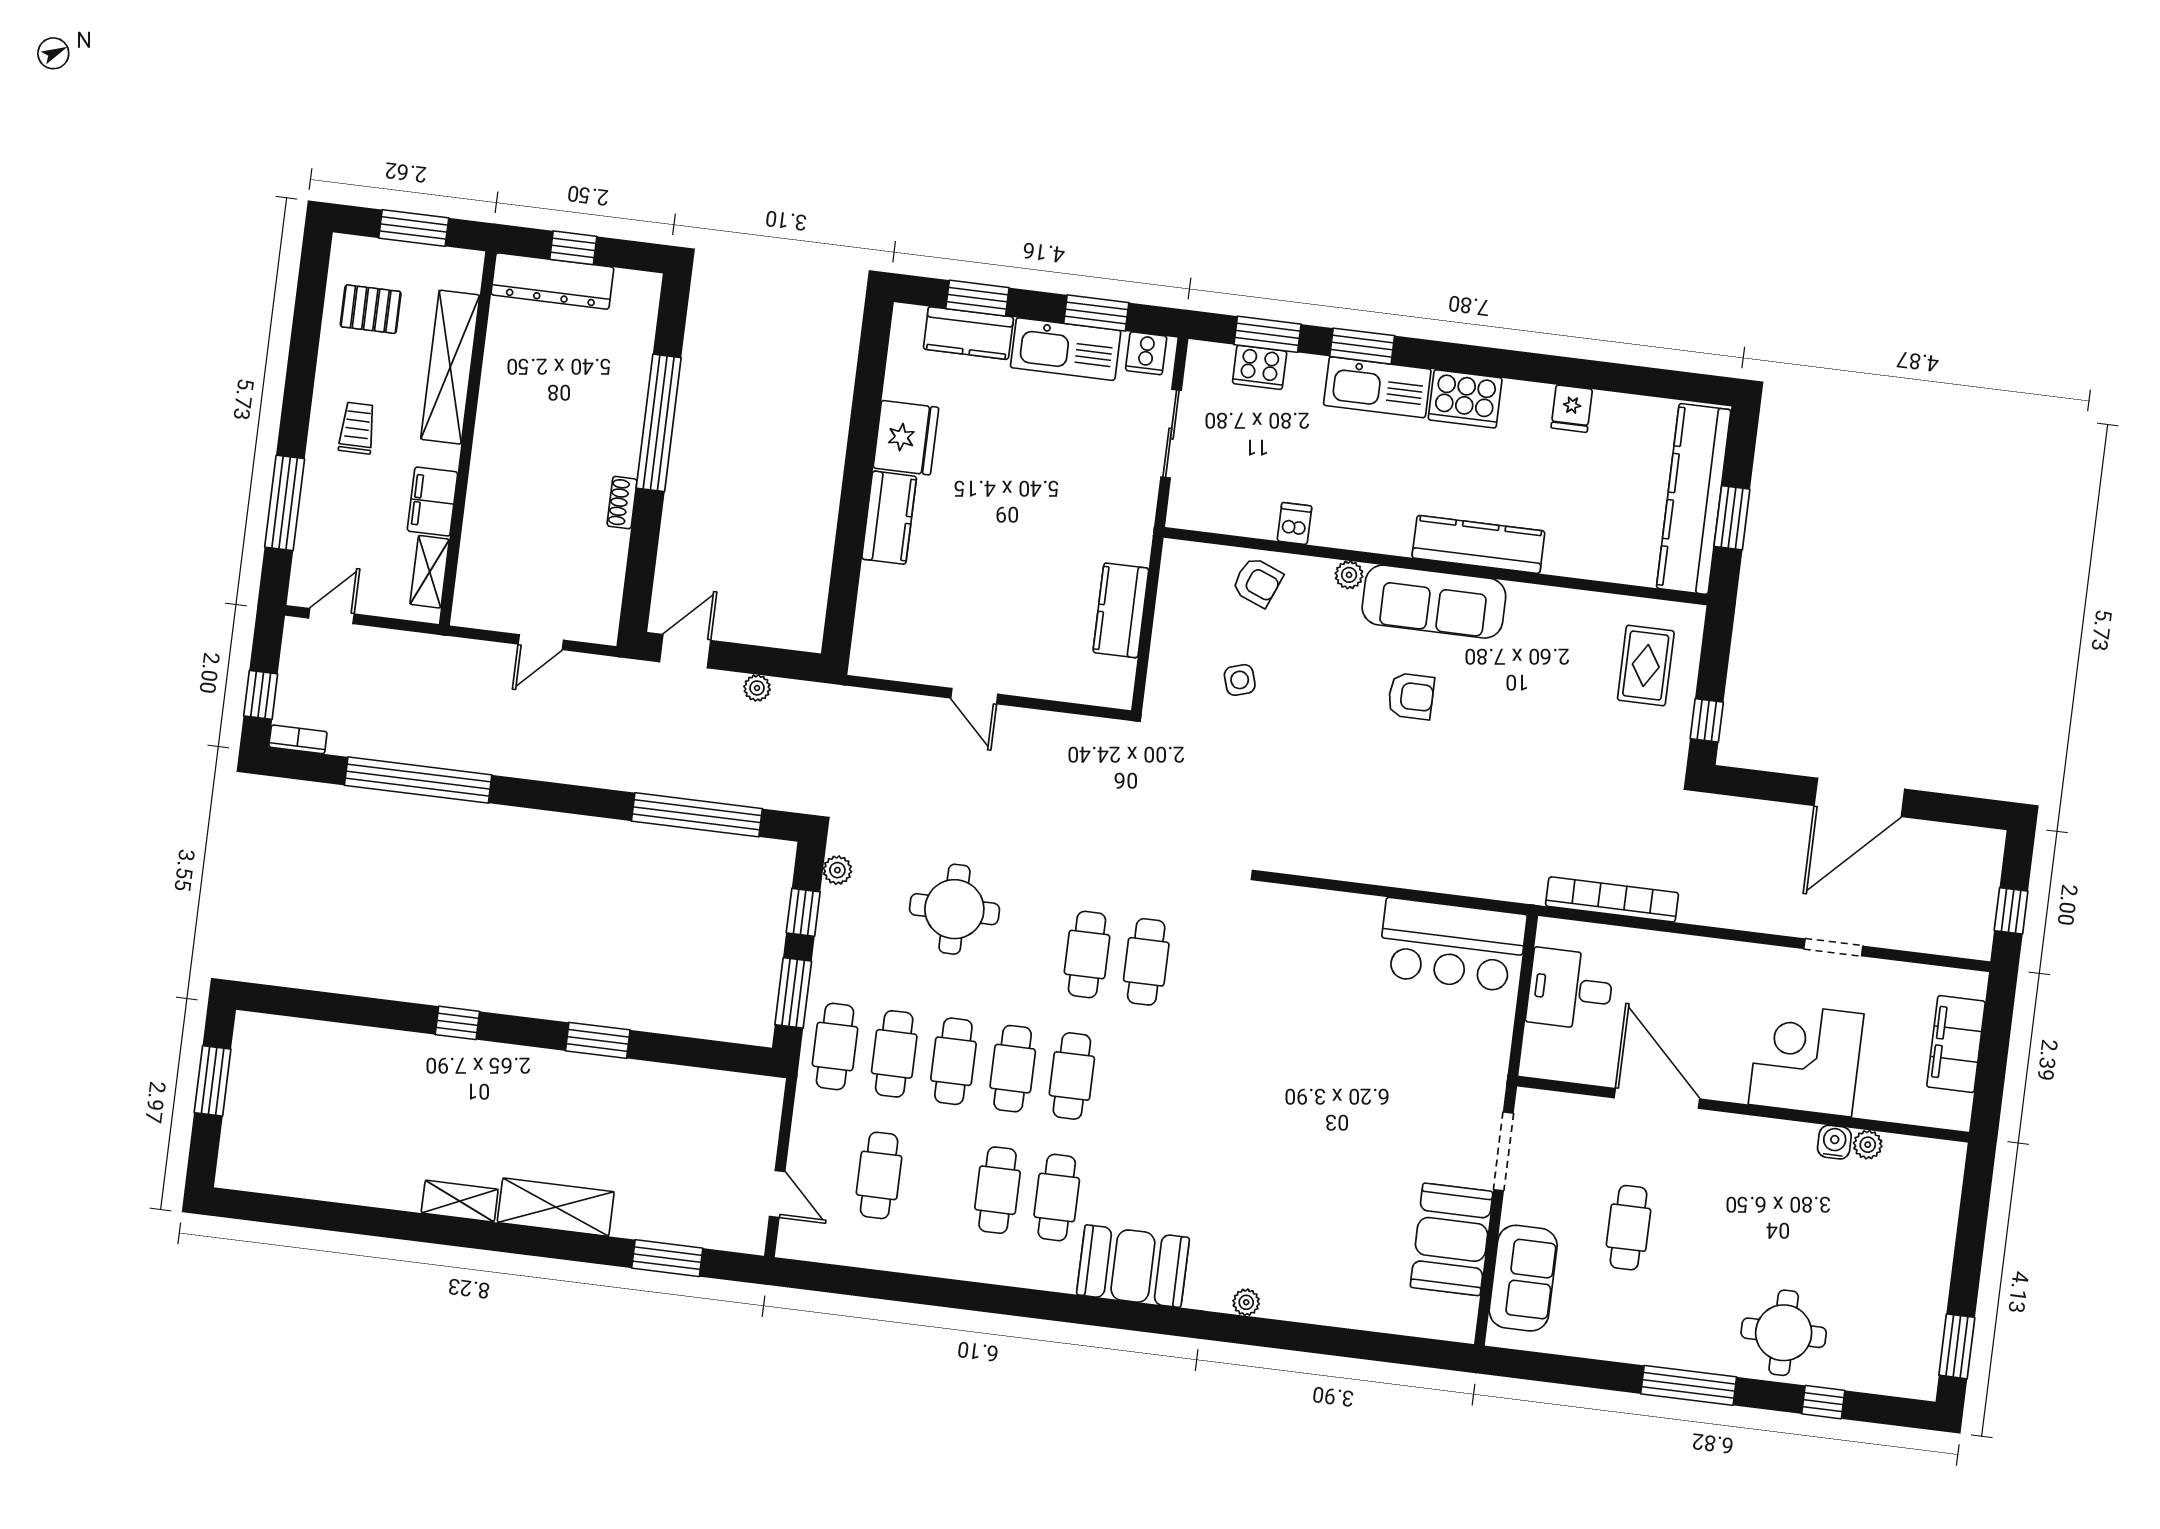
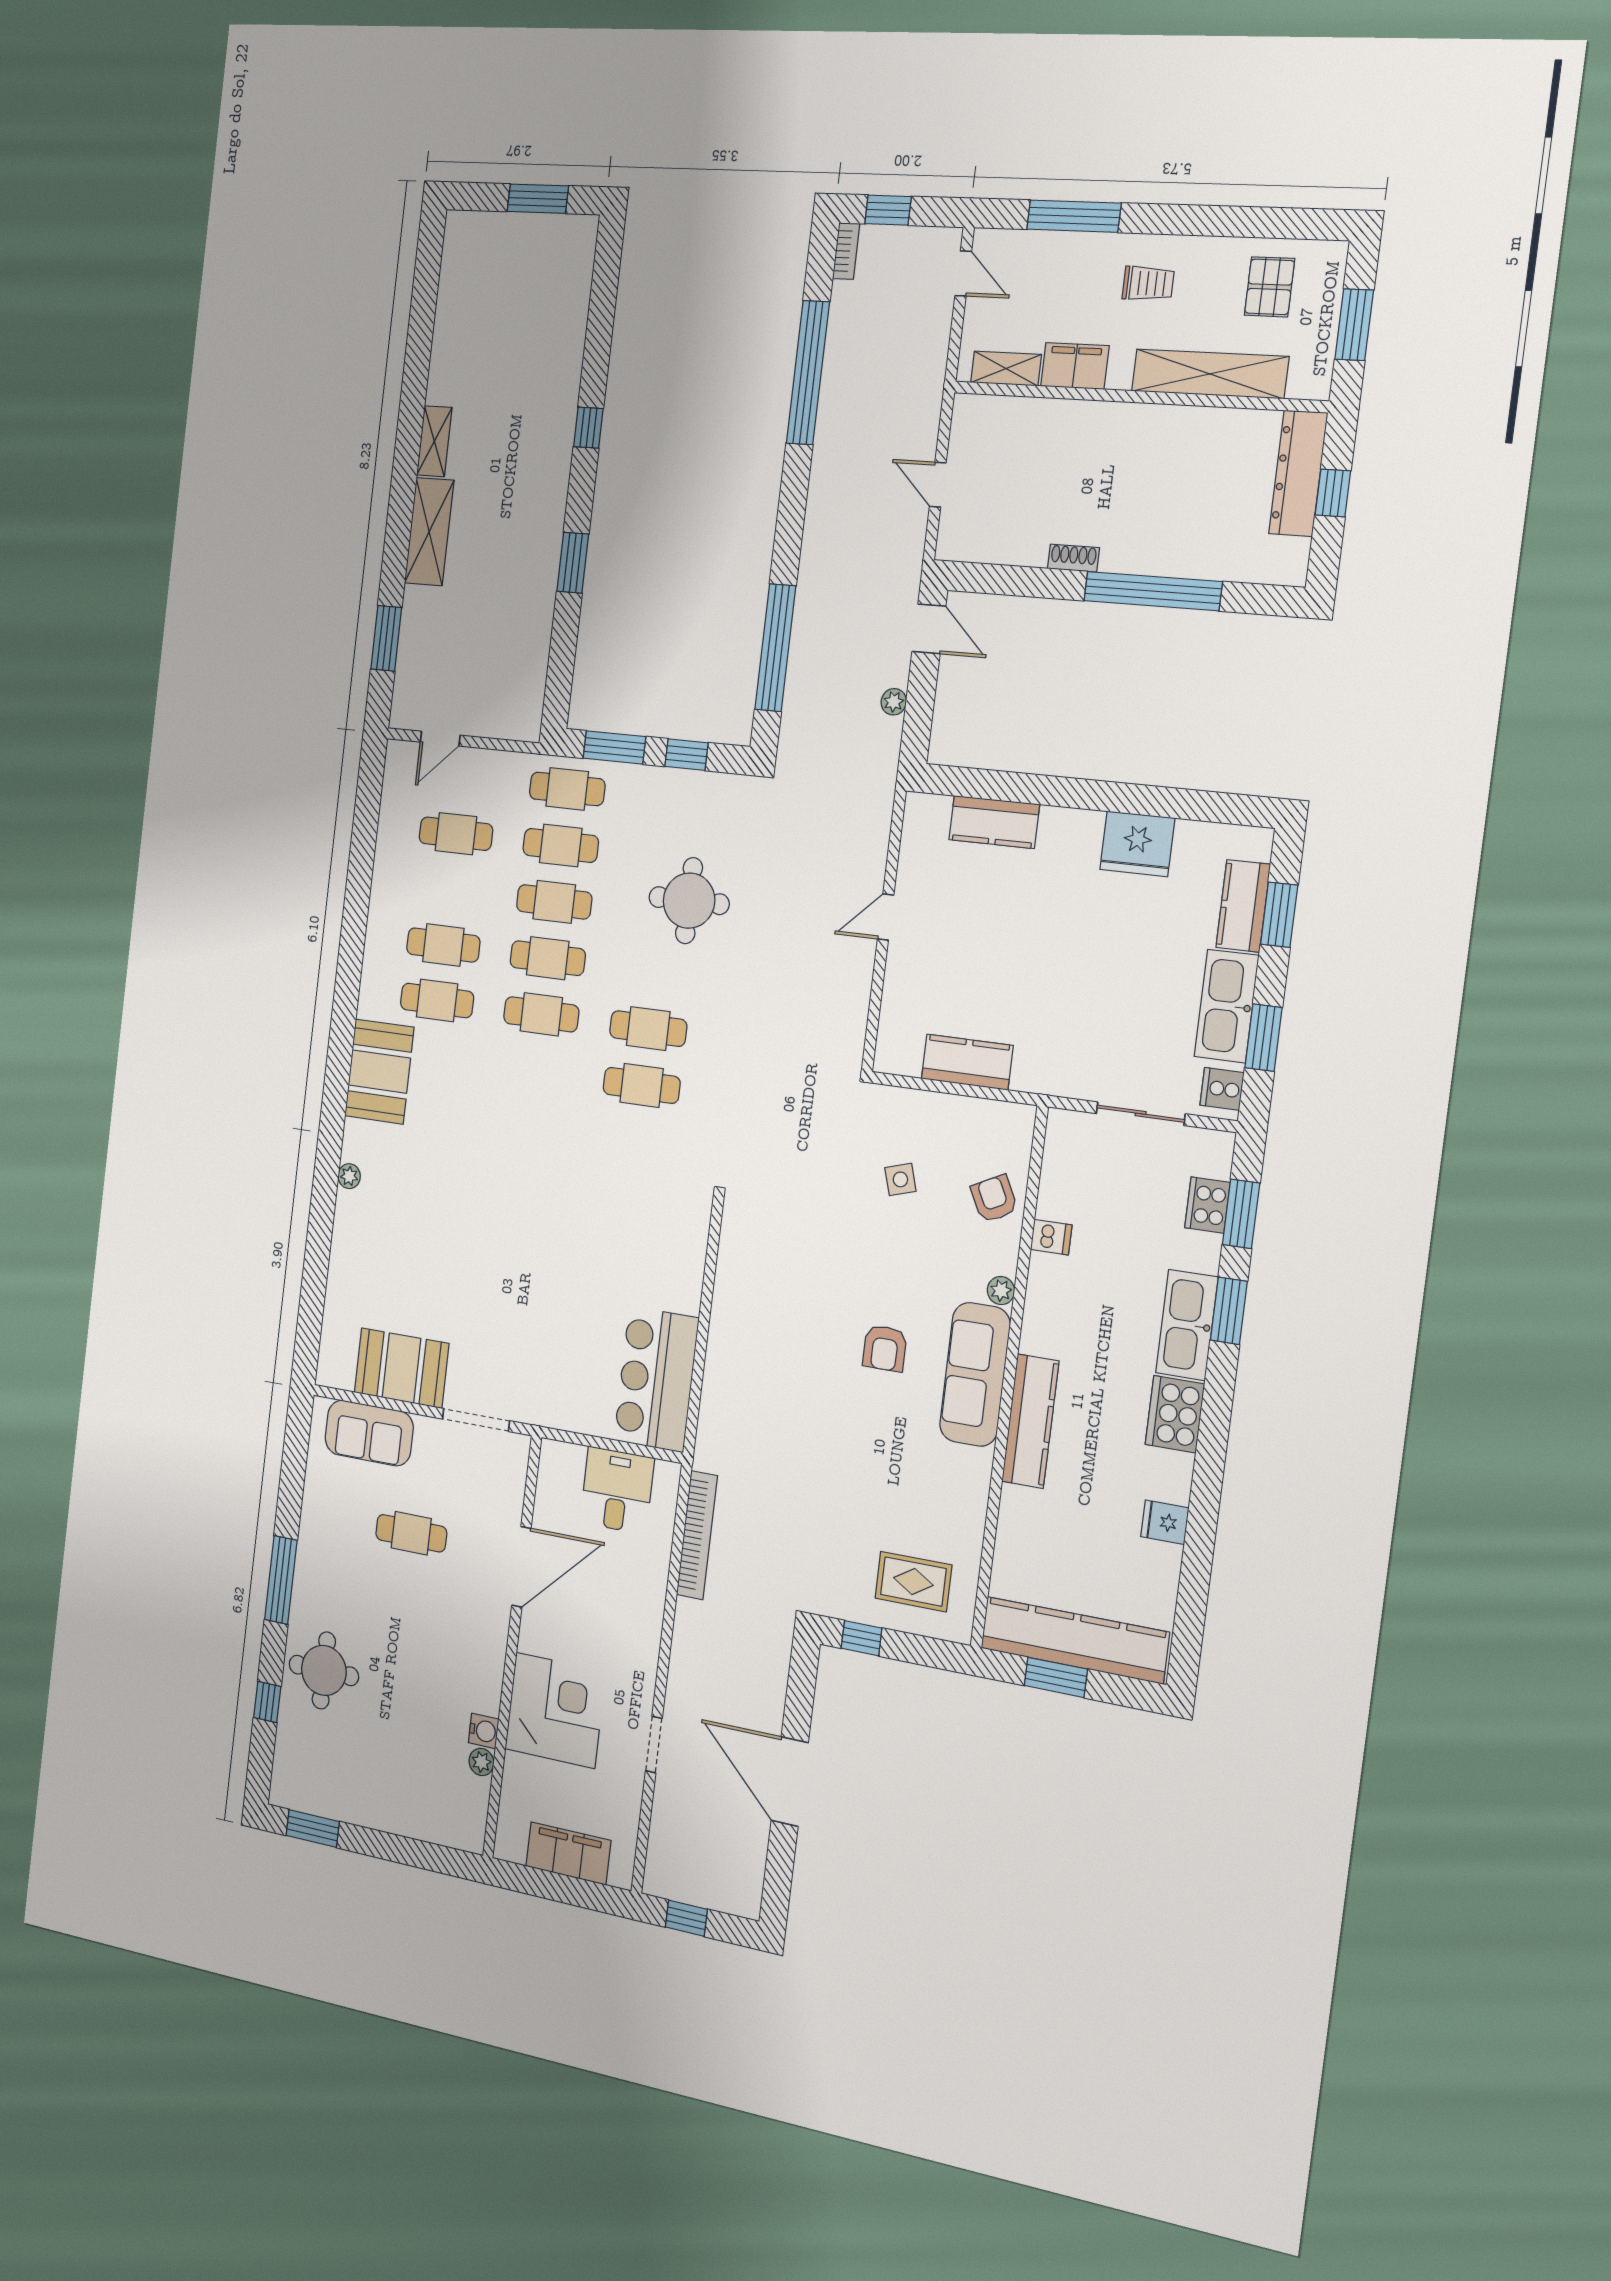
kitchen counter: (889, 518) -> (994, 822), moved
armchair: (1257, 582) -> (994, 1199), turned 131
plant: (837, 870) -> (725, 786), removed

